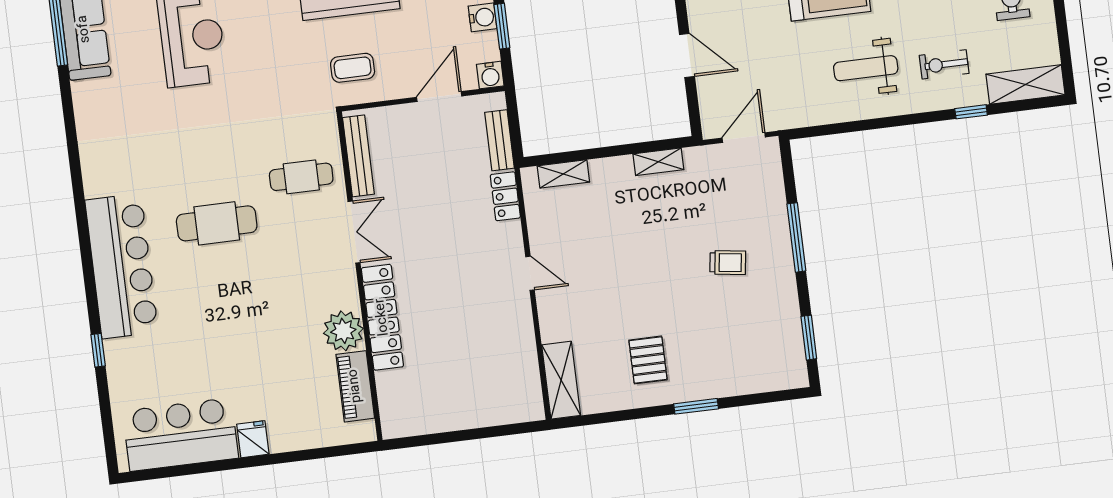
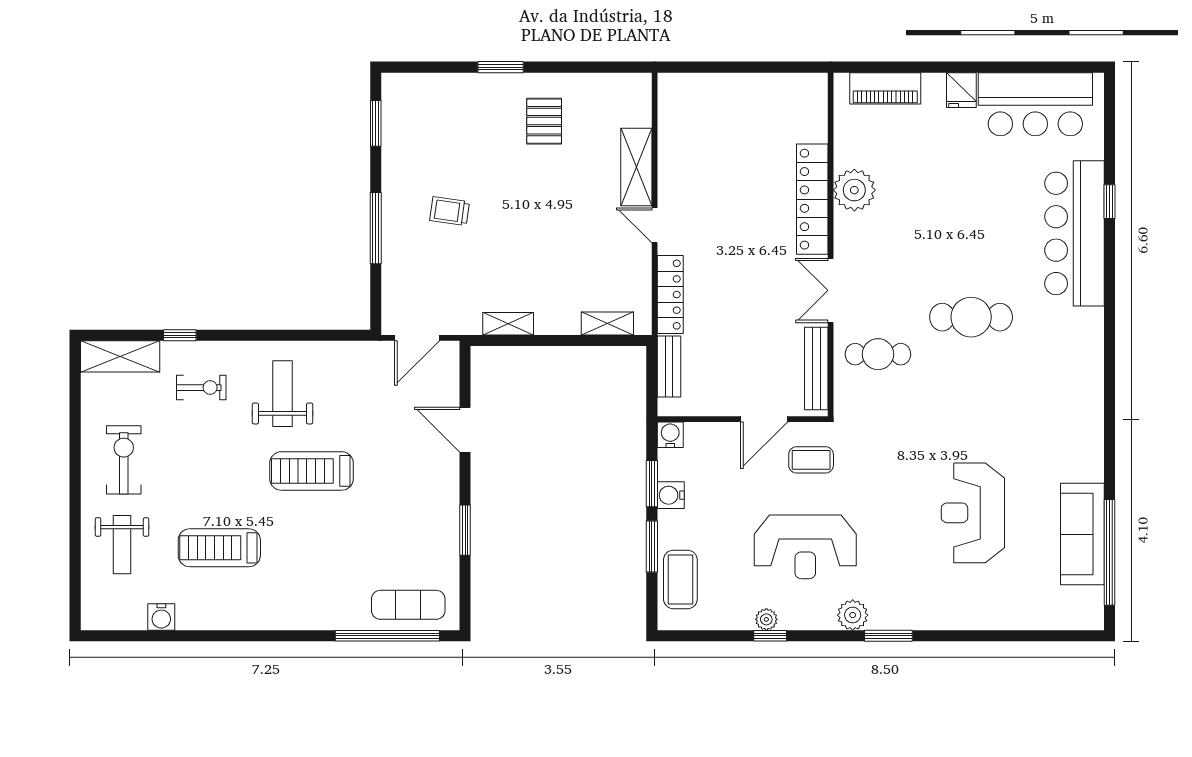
weight bench: (866, 68) -> (283, 394), turned -90
door: (439, 97) -> (764, 419), moved
locker: (505, 196) -> (670, 295), width x1.53
bar counter: (122, 266) -> (1074, 233), moved
shelving: (561, 380) -> (636, 167), moved
piano: (355, 386) -> (885, 88), moved, turned 90

